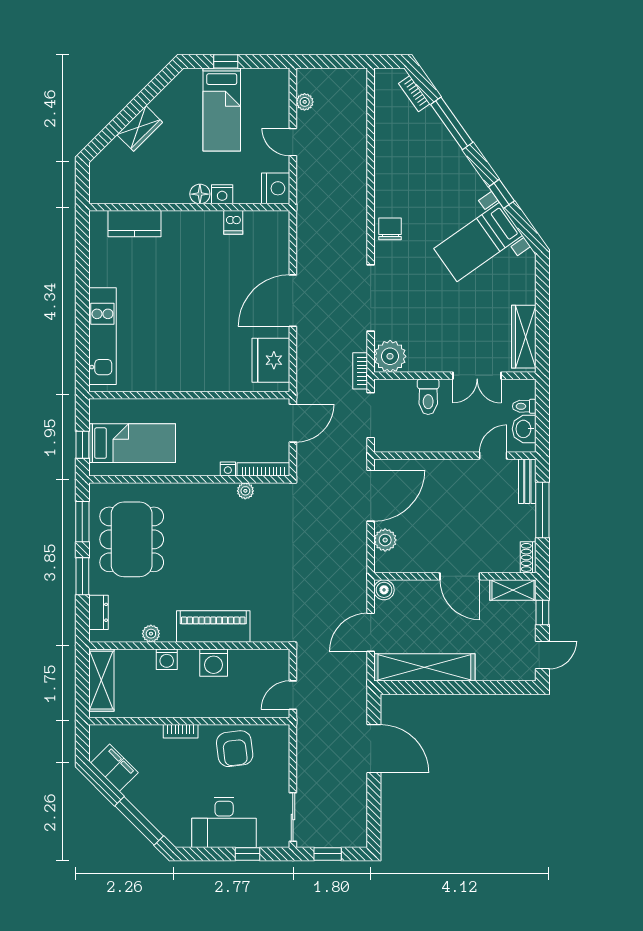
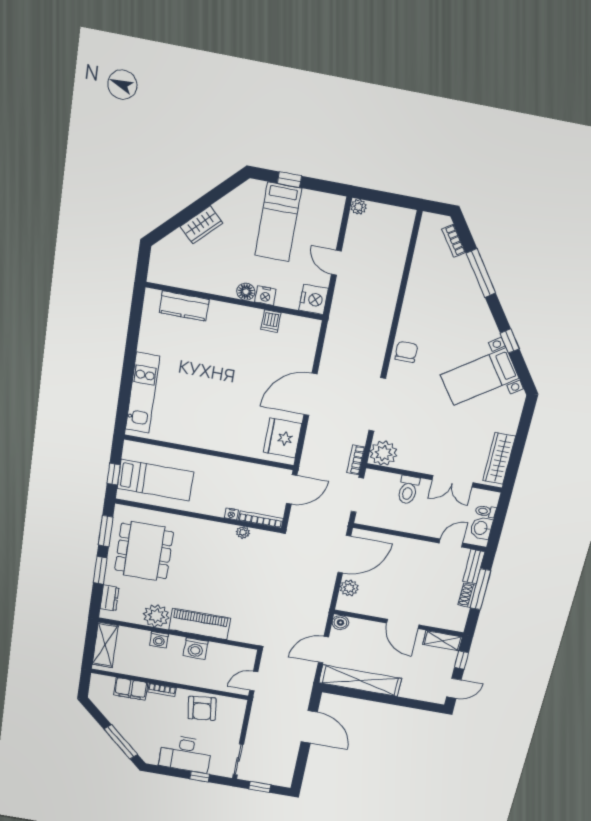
plant: (305, 102) -> (359, 207), moved
shoe rack: (528, 557) -> (467, 595), moved
plant: (151, 634) -> (156, 616), width x1.88, depth x1.88
filing cabinet: (114, 768) -> (131, 689), moved, turned 135

